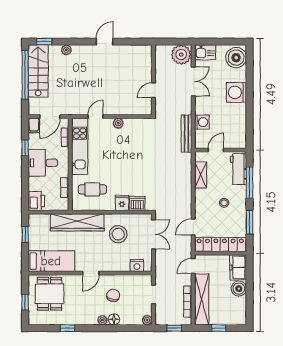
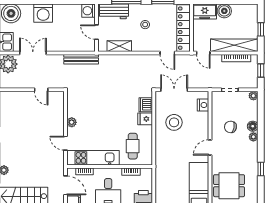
washing machine: (202, 122) -> (88, 11), moved, turned -90
wardrobe: (77, 222) -> (163, 160), removed
door: (91, 273) -> (210, 148), swing flipped

